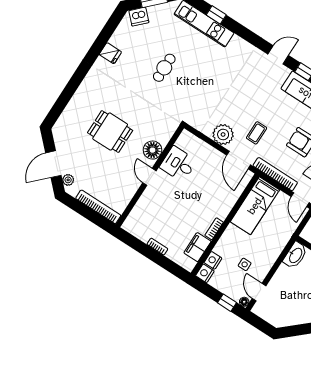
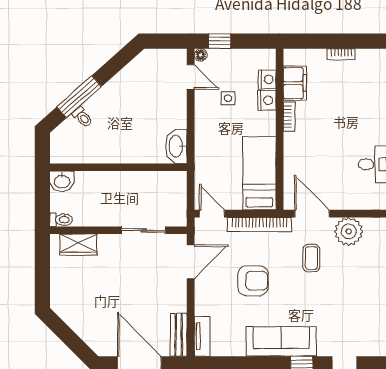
nightstand: (205, 273) -> (267, 100), moved

